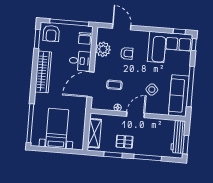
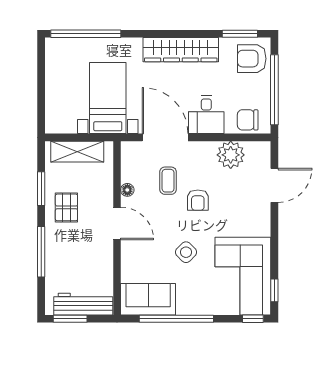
armchair: (127, 53) -> (198, 200), moved
side table: (152, 90) -> (186, 252), moved
sofa: (179, 96) -> (148, 299), width x0.73
bed with nightstands: (57, 128) -> (108, 98), moved, turned -90

